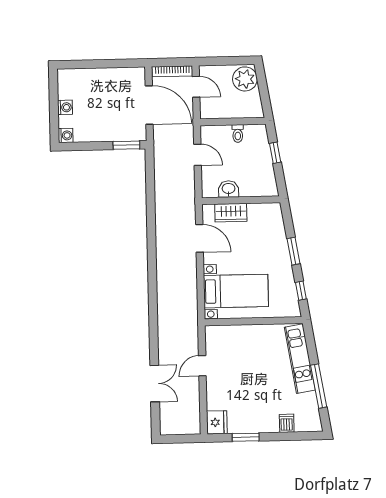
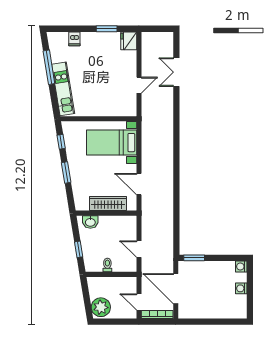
washbasin: (229, 189) -> (90, 222), moved
wardrobe: (231, 213) -> (108, 204), width x1.50

